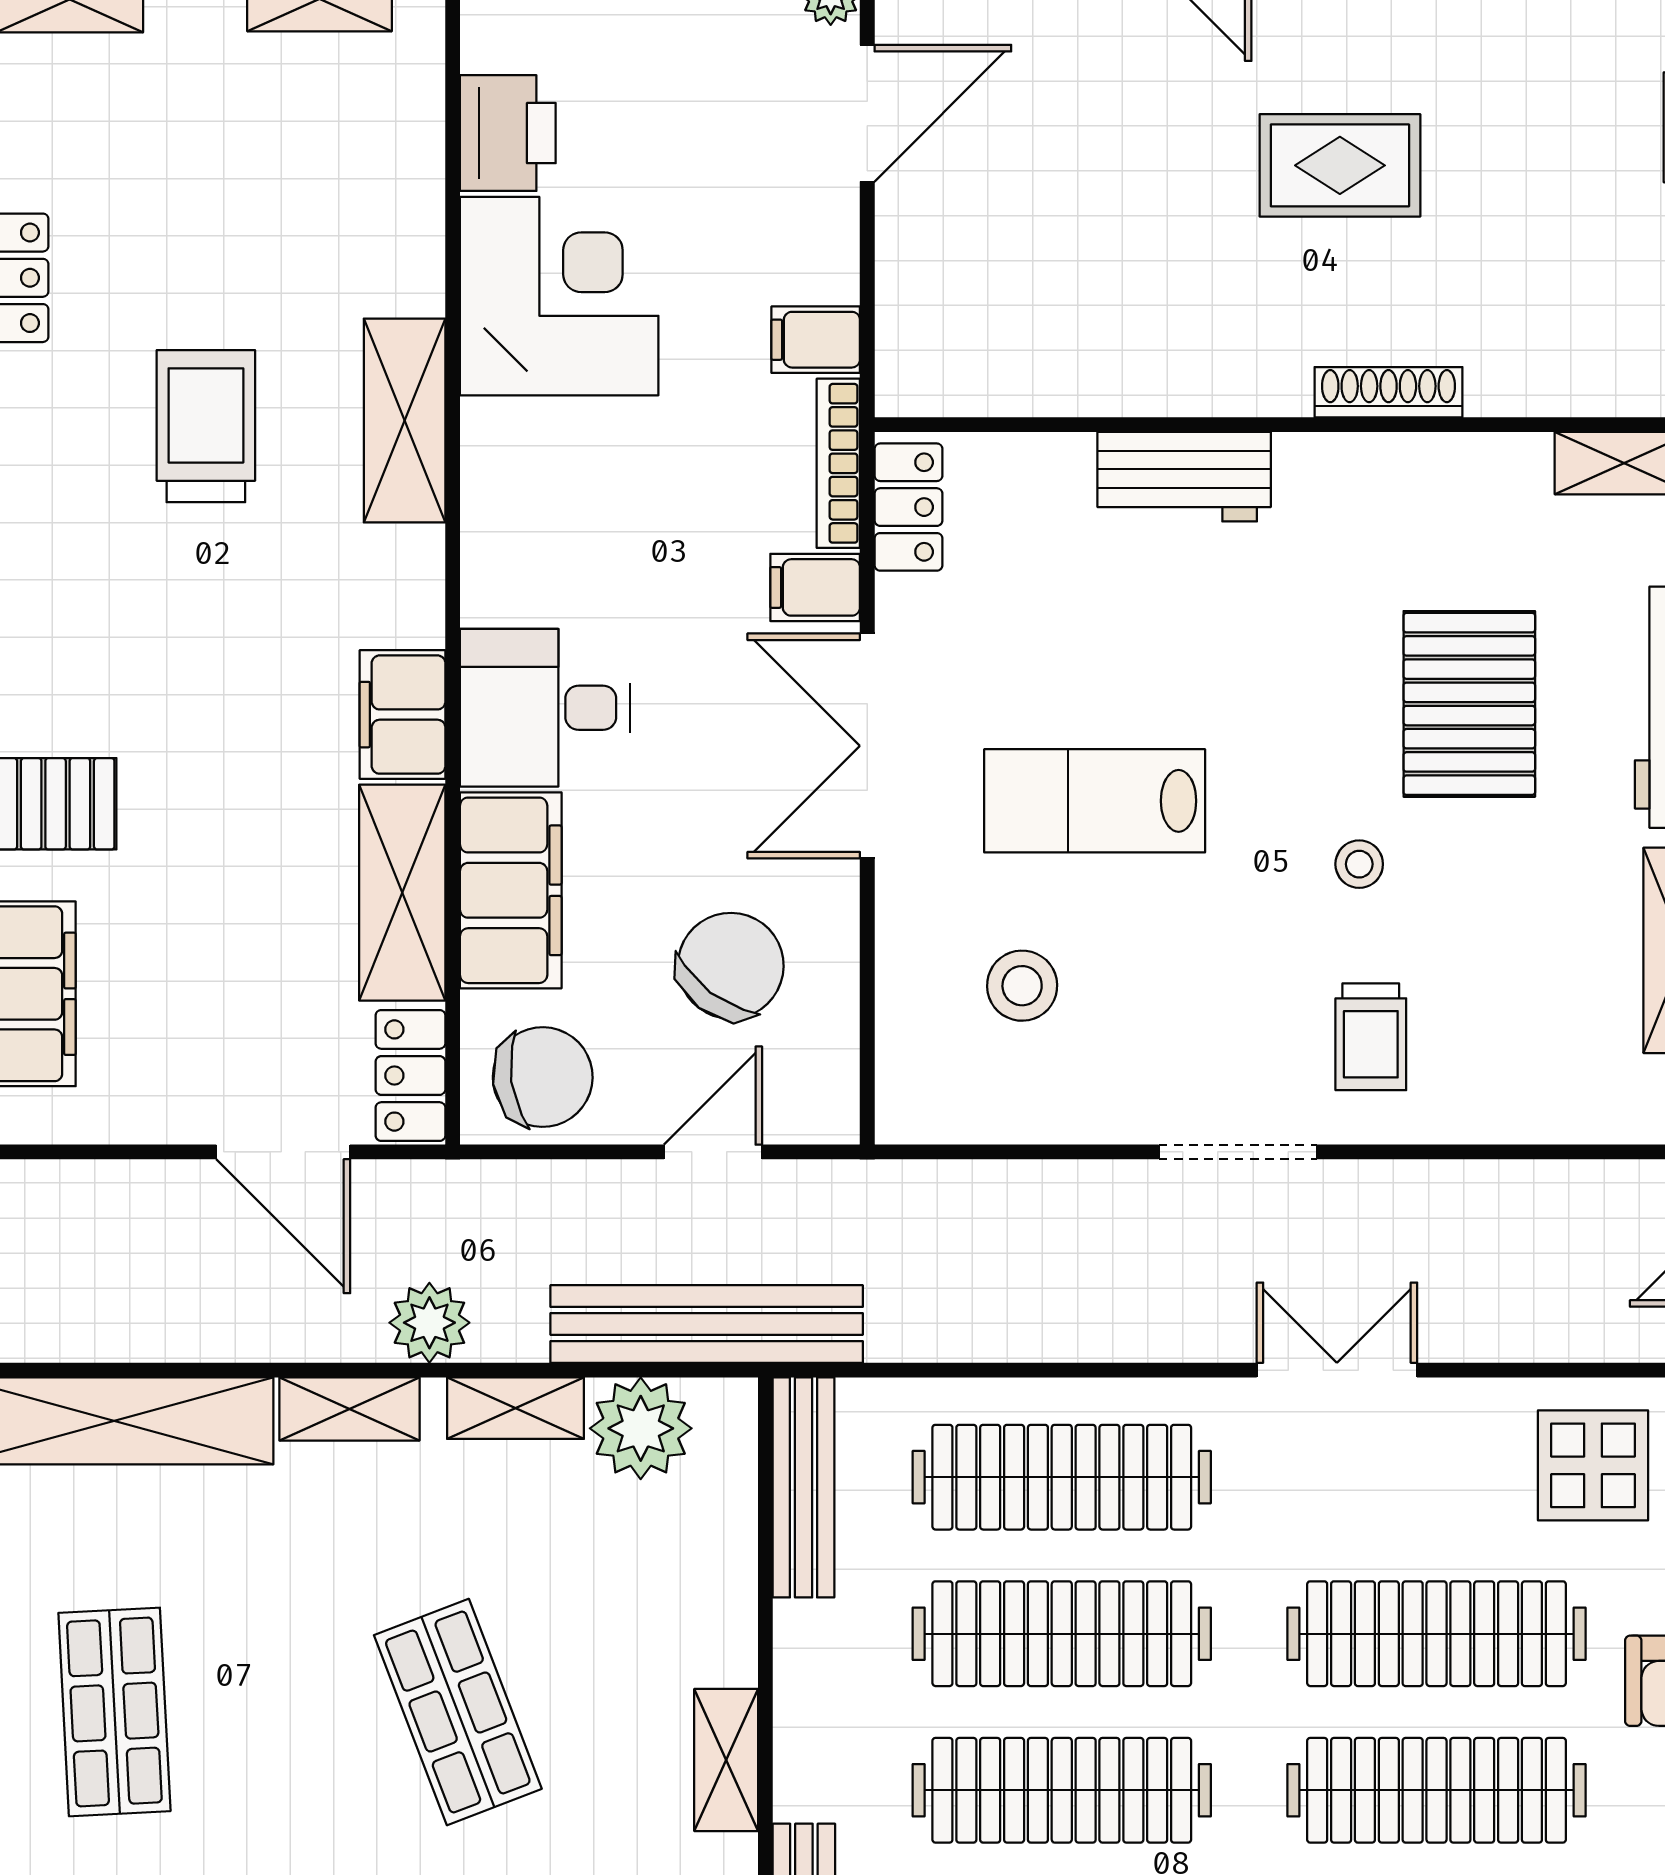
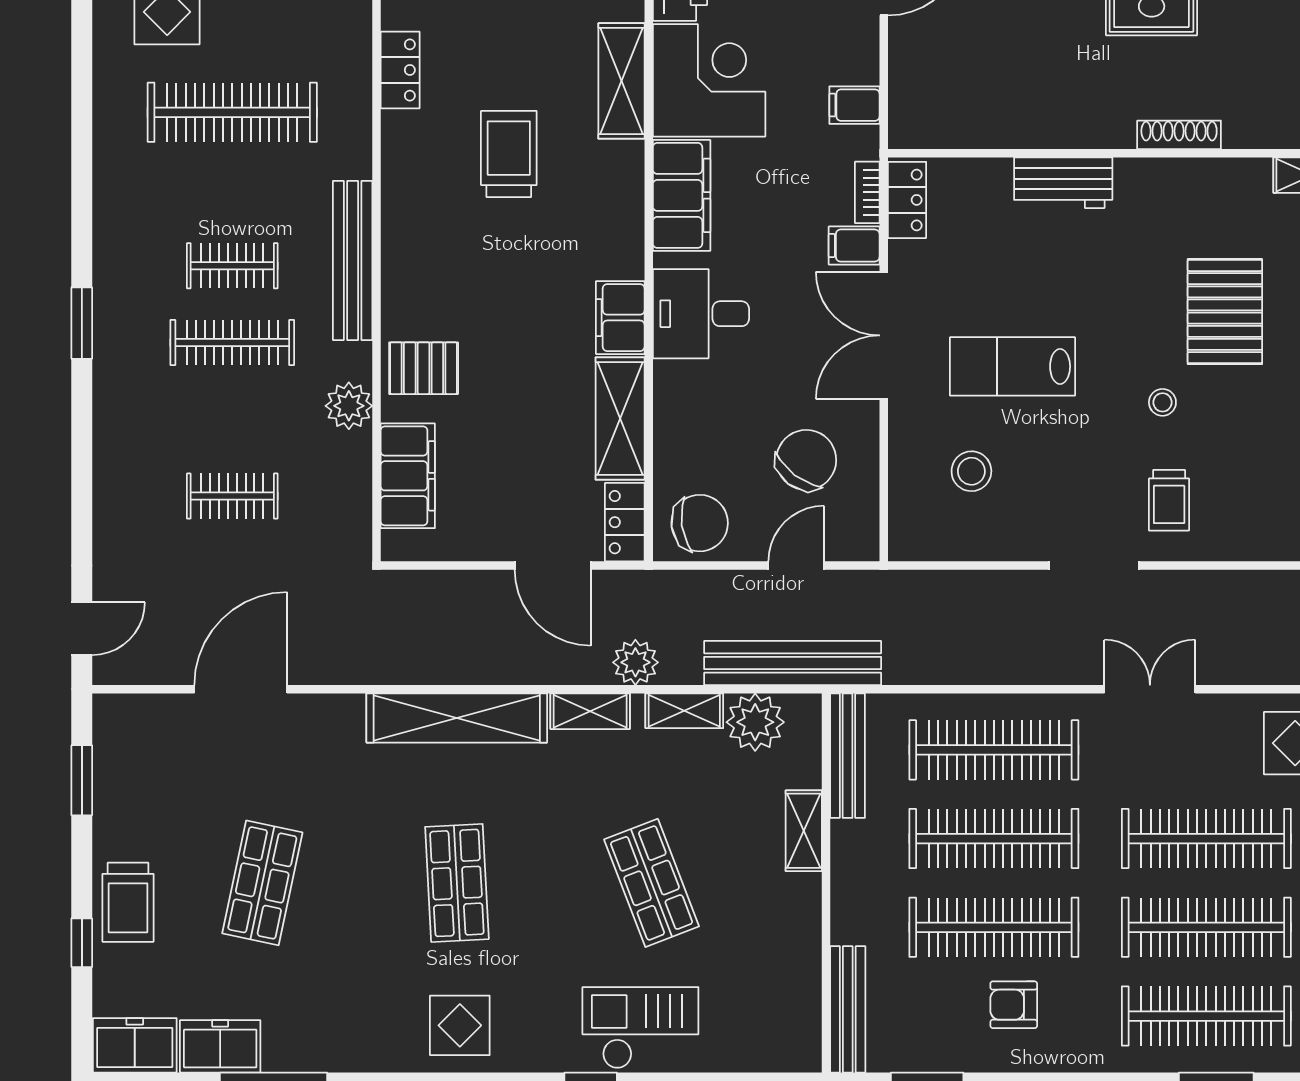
shelving: (405, 421) -> (621, 81), moved
bookcase: (838, 463) -> (867, 192), width x0.64
filing cabinet: (511, 890) -> (682, 195), moved
shelving: (726, 1760) -> (804, 831), moved

